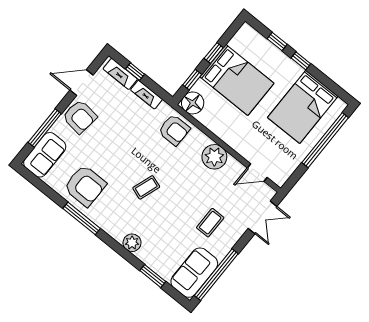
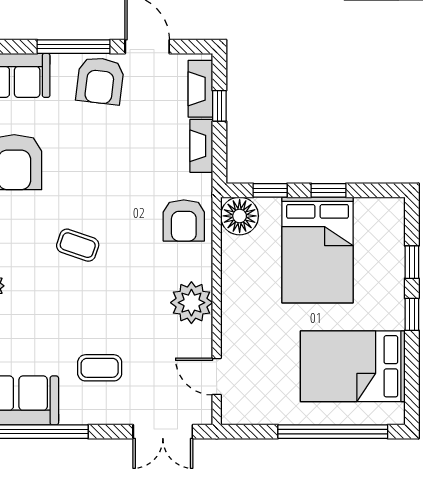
window: (45, 128) -> (74, 47), moved

